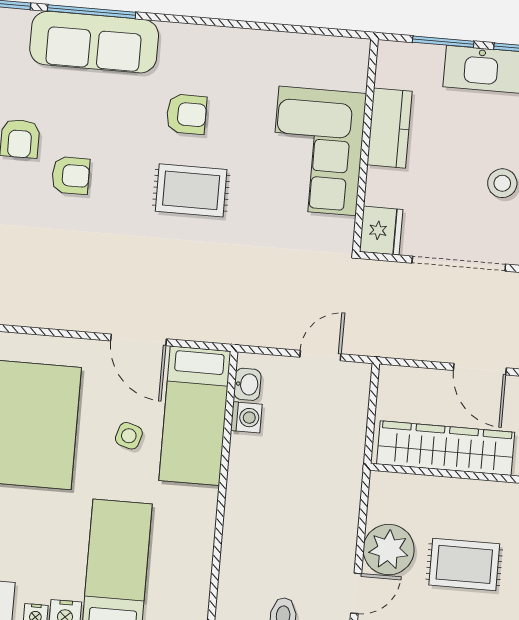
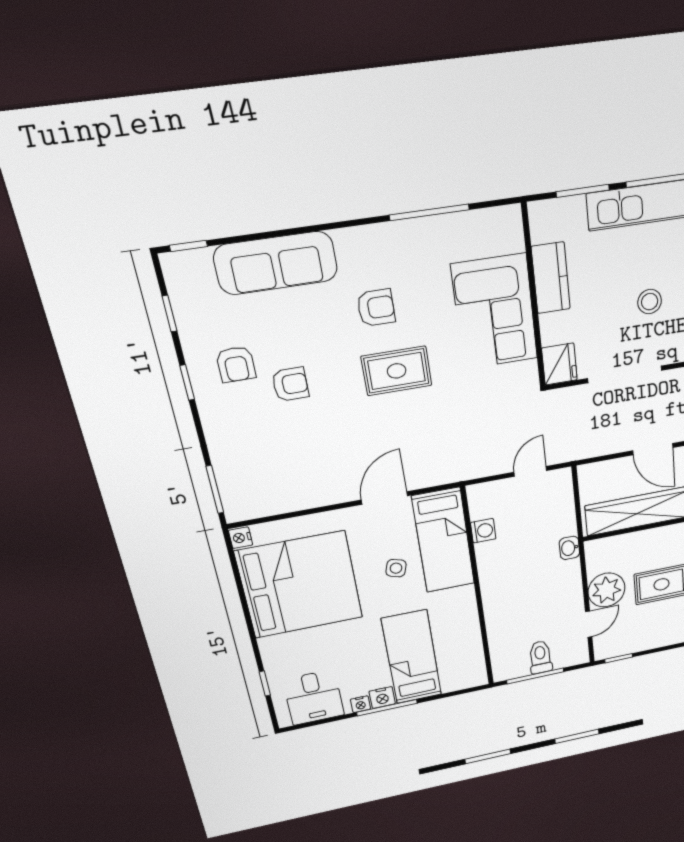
window: (92, 12) -> (429, 212), moved
door: (138, 340) -> (384, 498), swing flipped
washbasin: (247, 384) -> (569, 548), moved, turned 180

